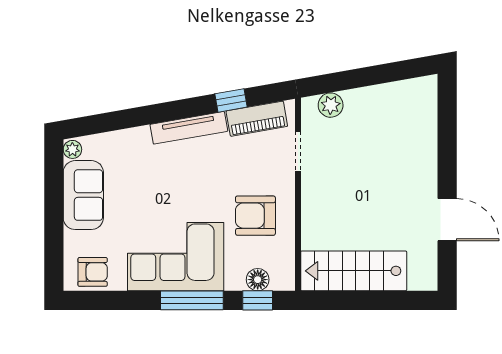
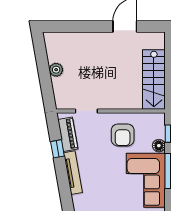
plant: (331, 105) -> (56, 70), moved
floor lamp: (258, 280) -> (159, 146), moved

